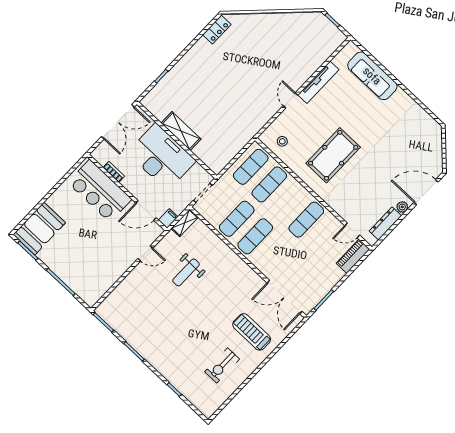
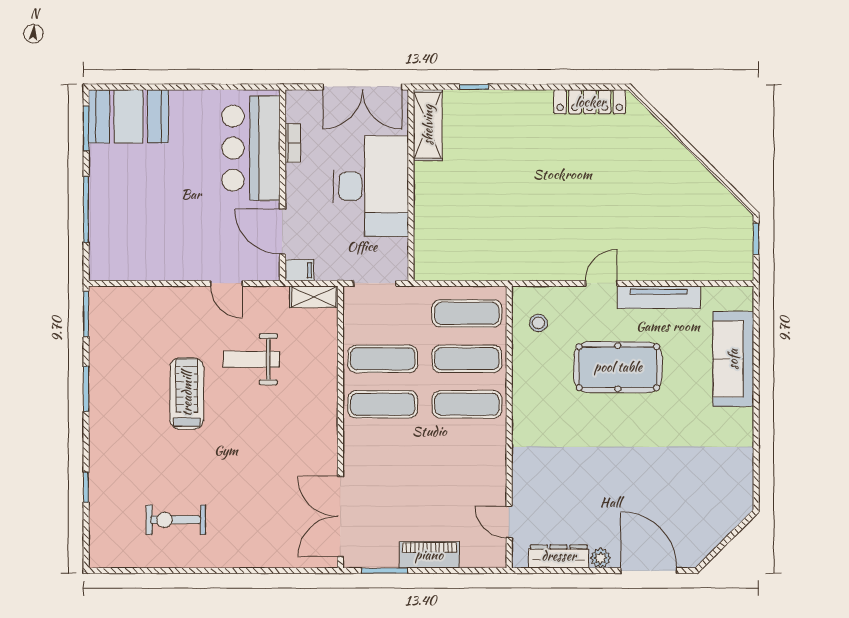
locker: (217, 30) -> (590, 102), width x1.53
shelving: (181, 131) -> (428, 125), moved
pool table: (333, 155) -> (618, 367), moved
exercise mat: (306, 220) -> (467, 404), moved
piano: (353, 256) -> (429, 555), moved
treadmill: (252, 332) -> (187, 394), moved

